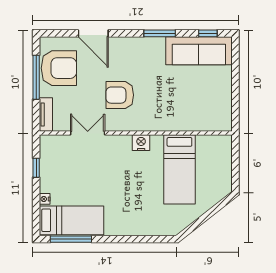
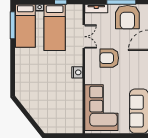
armchair: (120, 95) -> (109, 58), turned -90
corner sofa: (194, 107) -> (101, 108), added
bed: (179, 169) -> (55, 27), moved, turned -90

